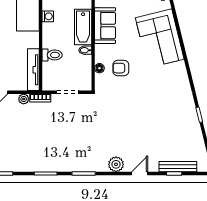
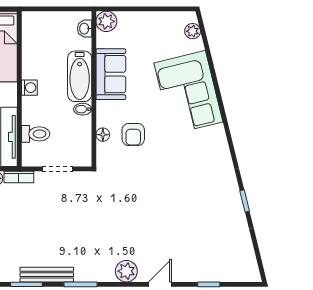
washing machine: (48, 16) -> (29, 88), moved
toilet: (52, 55) -> (36, 134), moved
armchair: (121, 68) -> (133, 134), turned -90
bench: (178, 167) -> (47, 275), moved

